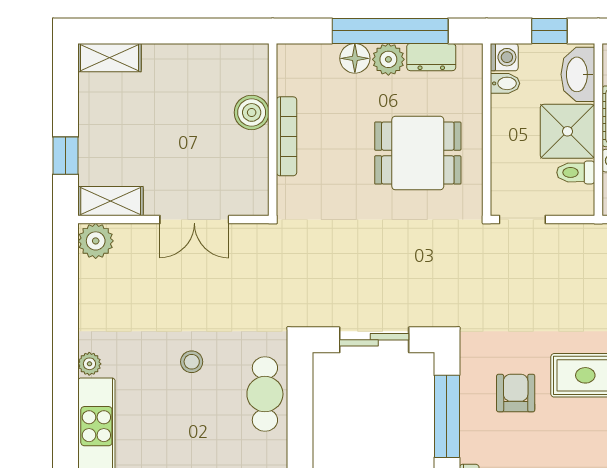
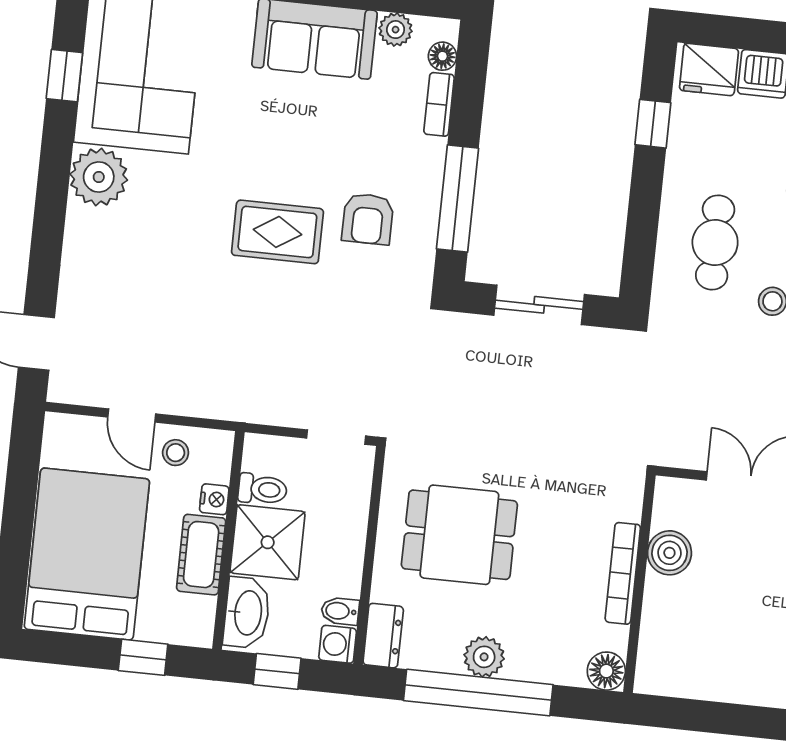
dresser: (431, 57) -> (383, 636), moved, turned 90
floor lamp: (355, 58) -> (606, 671), moved
boiler: (252, 112) -> (669, 553), moved
cafe table: (265, 394) -> (715, 243), moved

